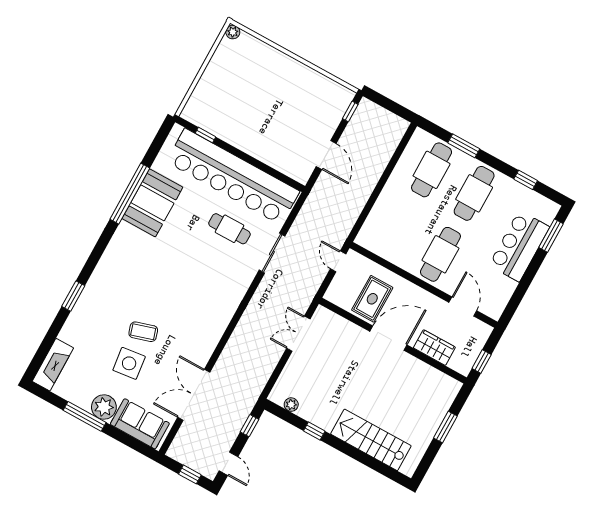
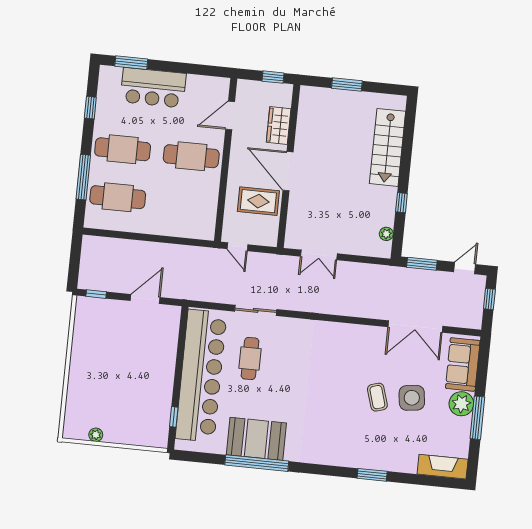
plant: (233, 32) -> (96, 435), moved
window: (464, 146) -> (83, 177), width x1.44
door: (338, 261) -> (237, 247), hinge flipped
window: (249, 426) -> (422, 264), width x1.50

